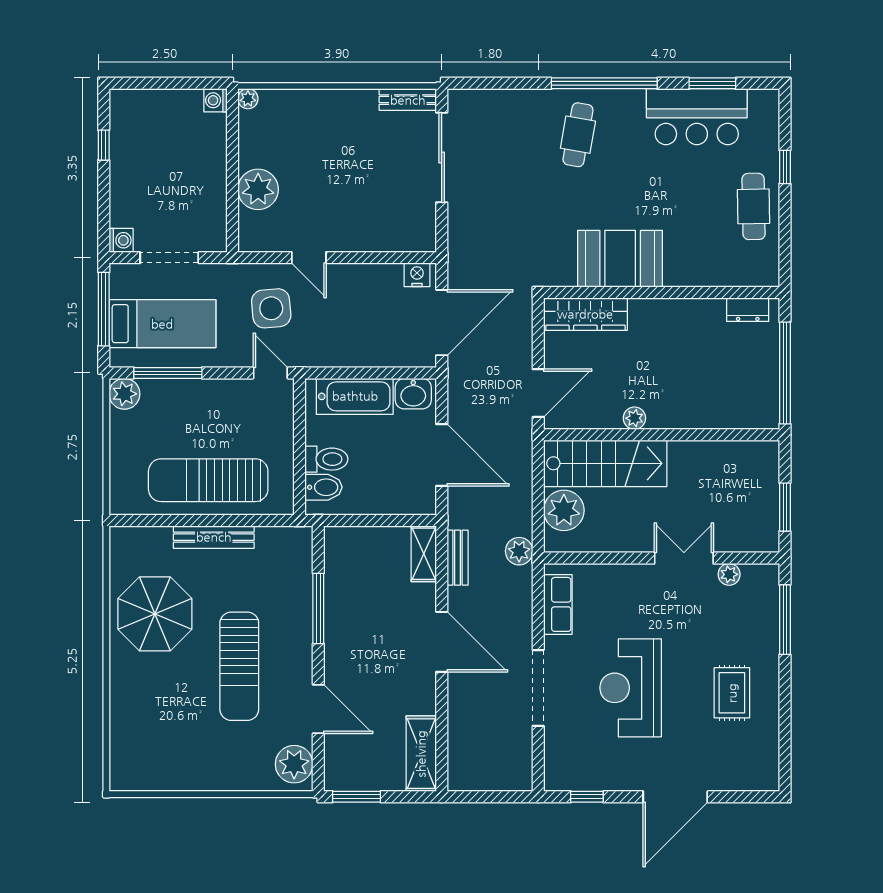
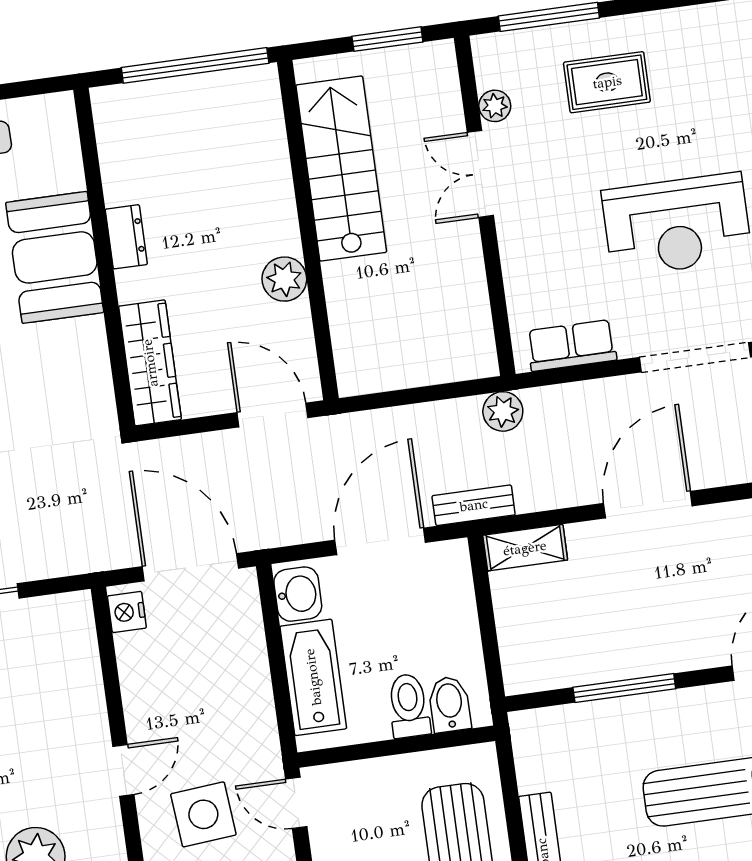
booth: (620, 259) -> (55, 257), moved
dresser: (748, 310) -> (126, 237), moved
door: (270, 373) -> (296, 803), hinge flipped
plant: (634, 418) -> (284, 279), width x1.38, depth x1.38
stairs: (605, 463) -> (341, 169), moved
plant: (564, 510) -> (436, 355), removed
bench: (458, 558) -> (474, 505), moved
rug: (732, 693) -> (607, 82), moved

